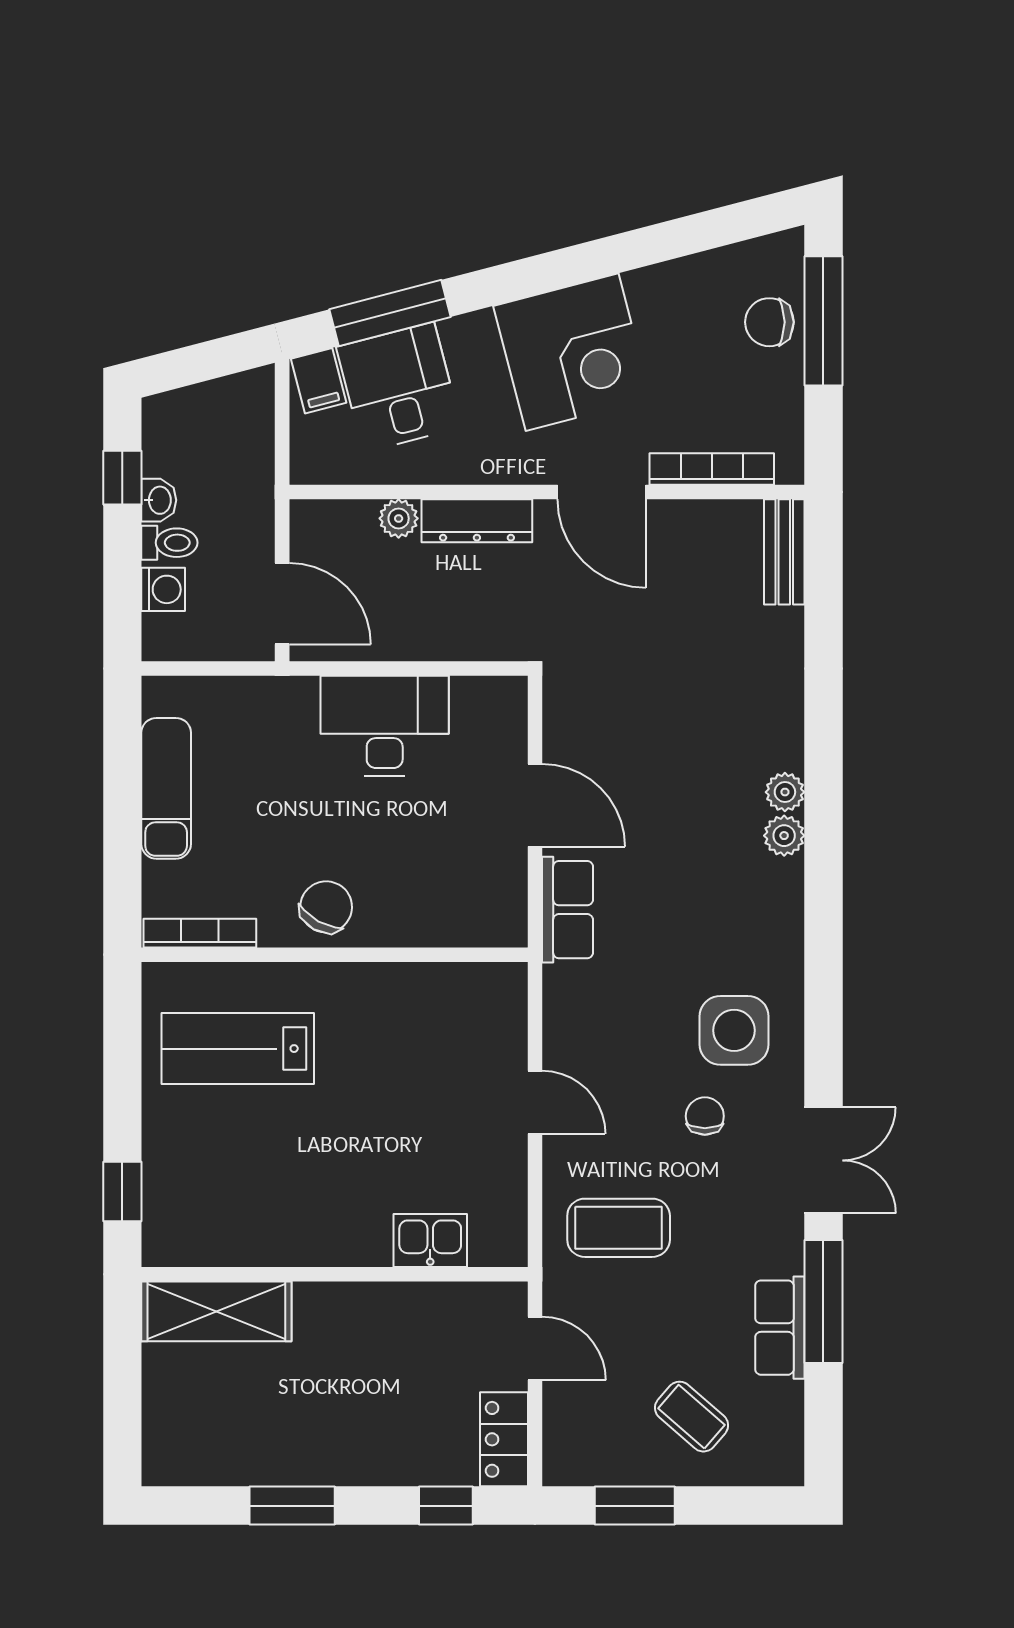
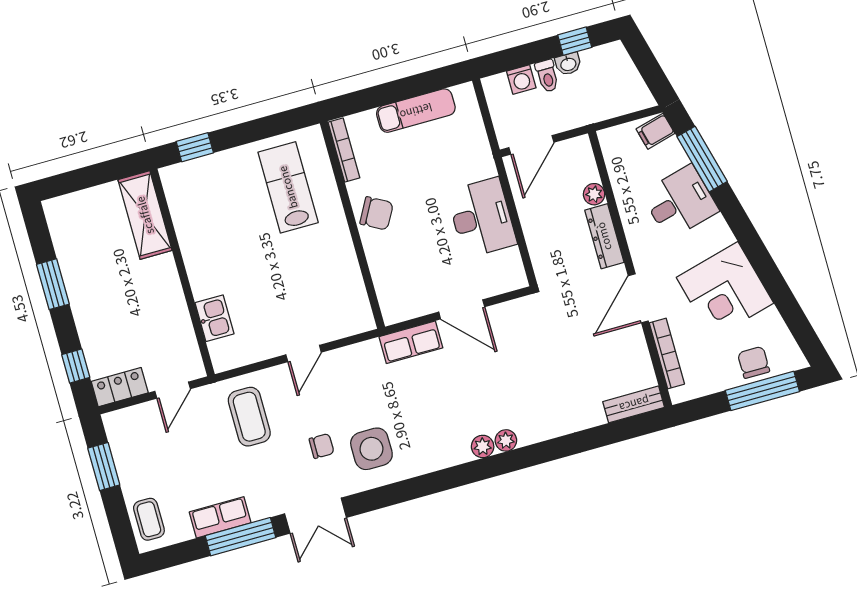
corner desk: (572, 352) -> (725, 290), moved
desk: (399, 387) -> (680, 202), moved
door: (535, 805) -> (462, 309), hinge flipped
coffee table: (692, 1417) -> (149, 519), moved, turned -41

